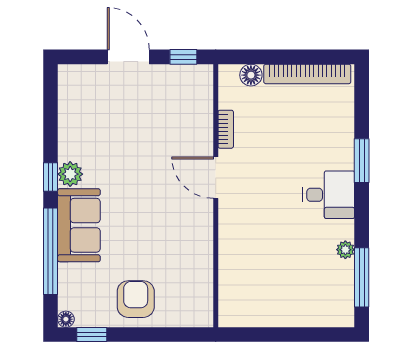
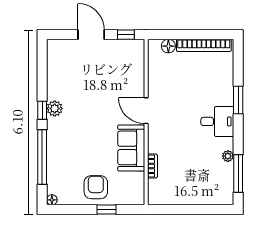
bookcase: (226, 129) -> (152, 166), moved
sofa: (79, 225) -> (131, 148), moved, turned 180
window: (92, 335) -> (107, 210), moved

